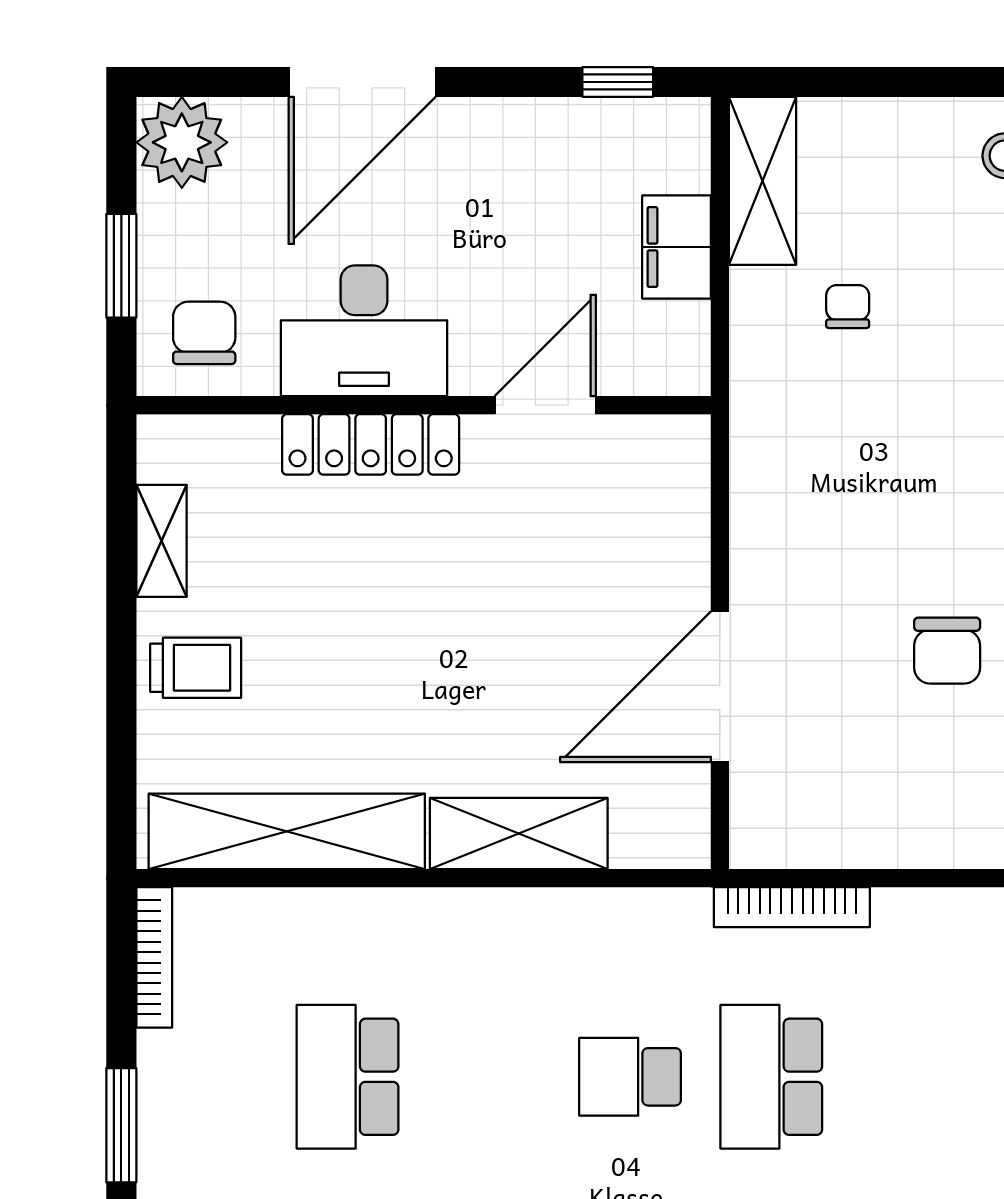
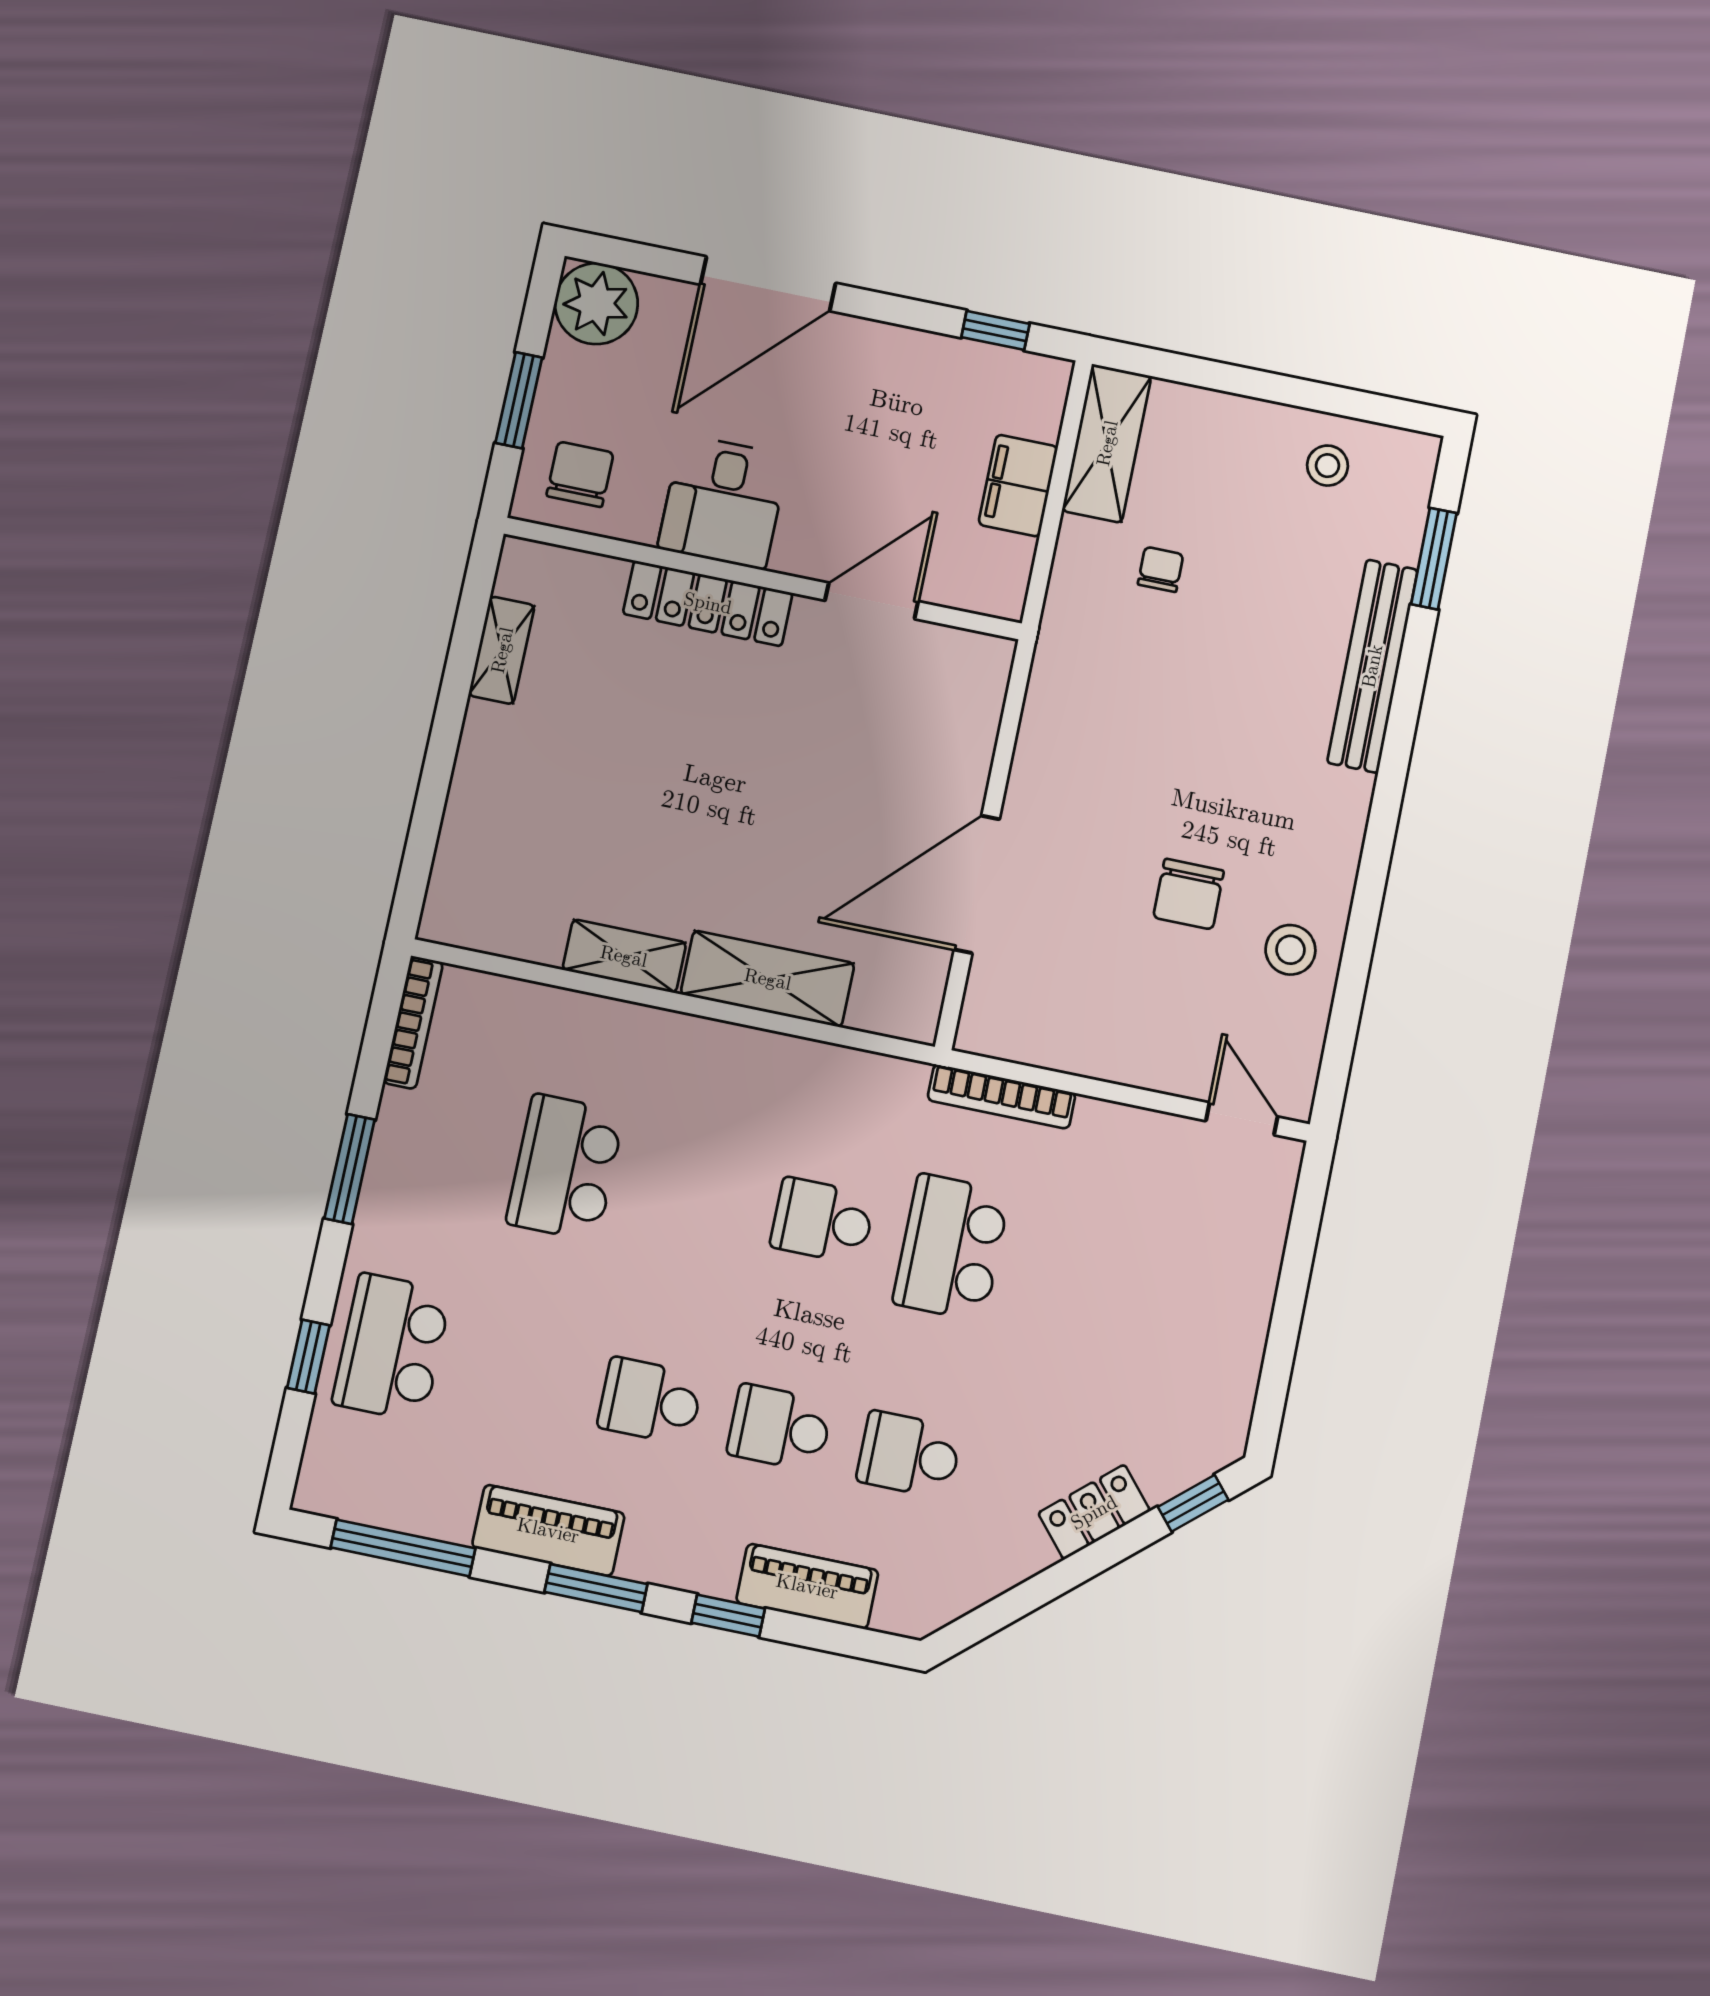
desk: (364, 331) -> (723, 502), width x0.73
trolley: (196, 668) -> (508, 770), removed
shelving: (287, 831) -> (624, 956), width x0.45, depth x0.75

